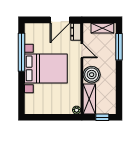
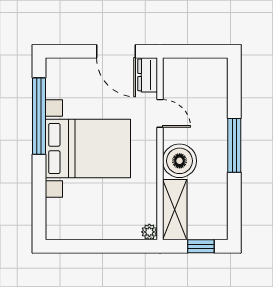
door: (60, 20) -> (116, 51), hinge flipped
shelving: (102, 28) -> (201, 68), removed
window: (119, 47) -> (234, 145), moved

